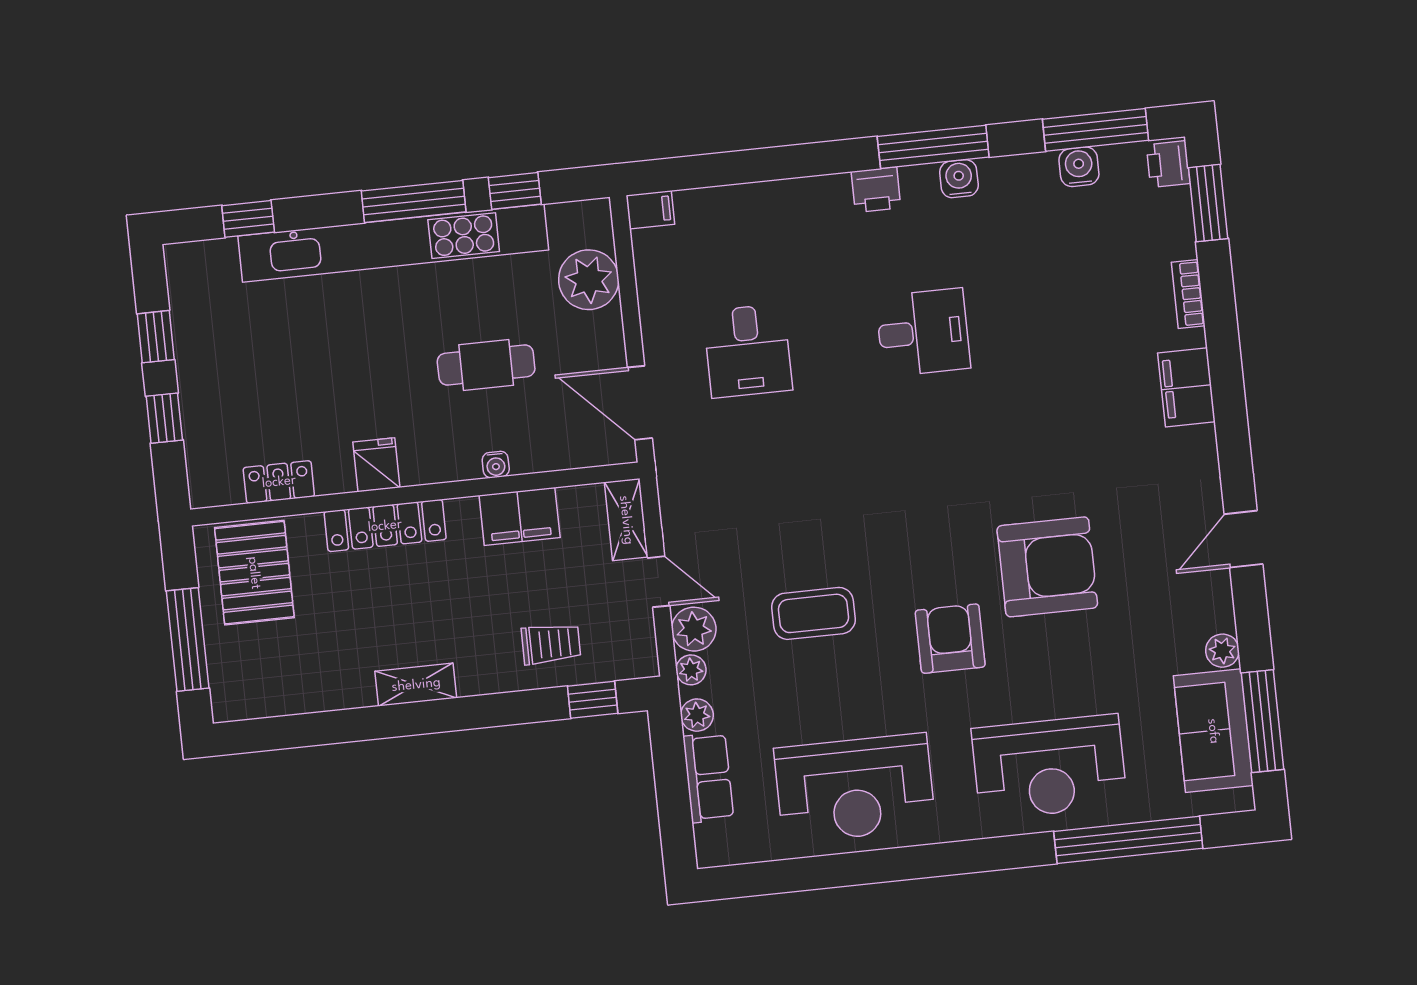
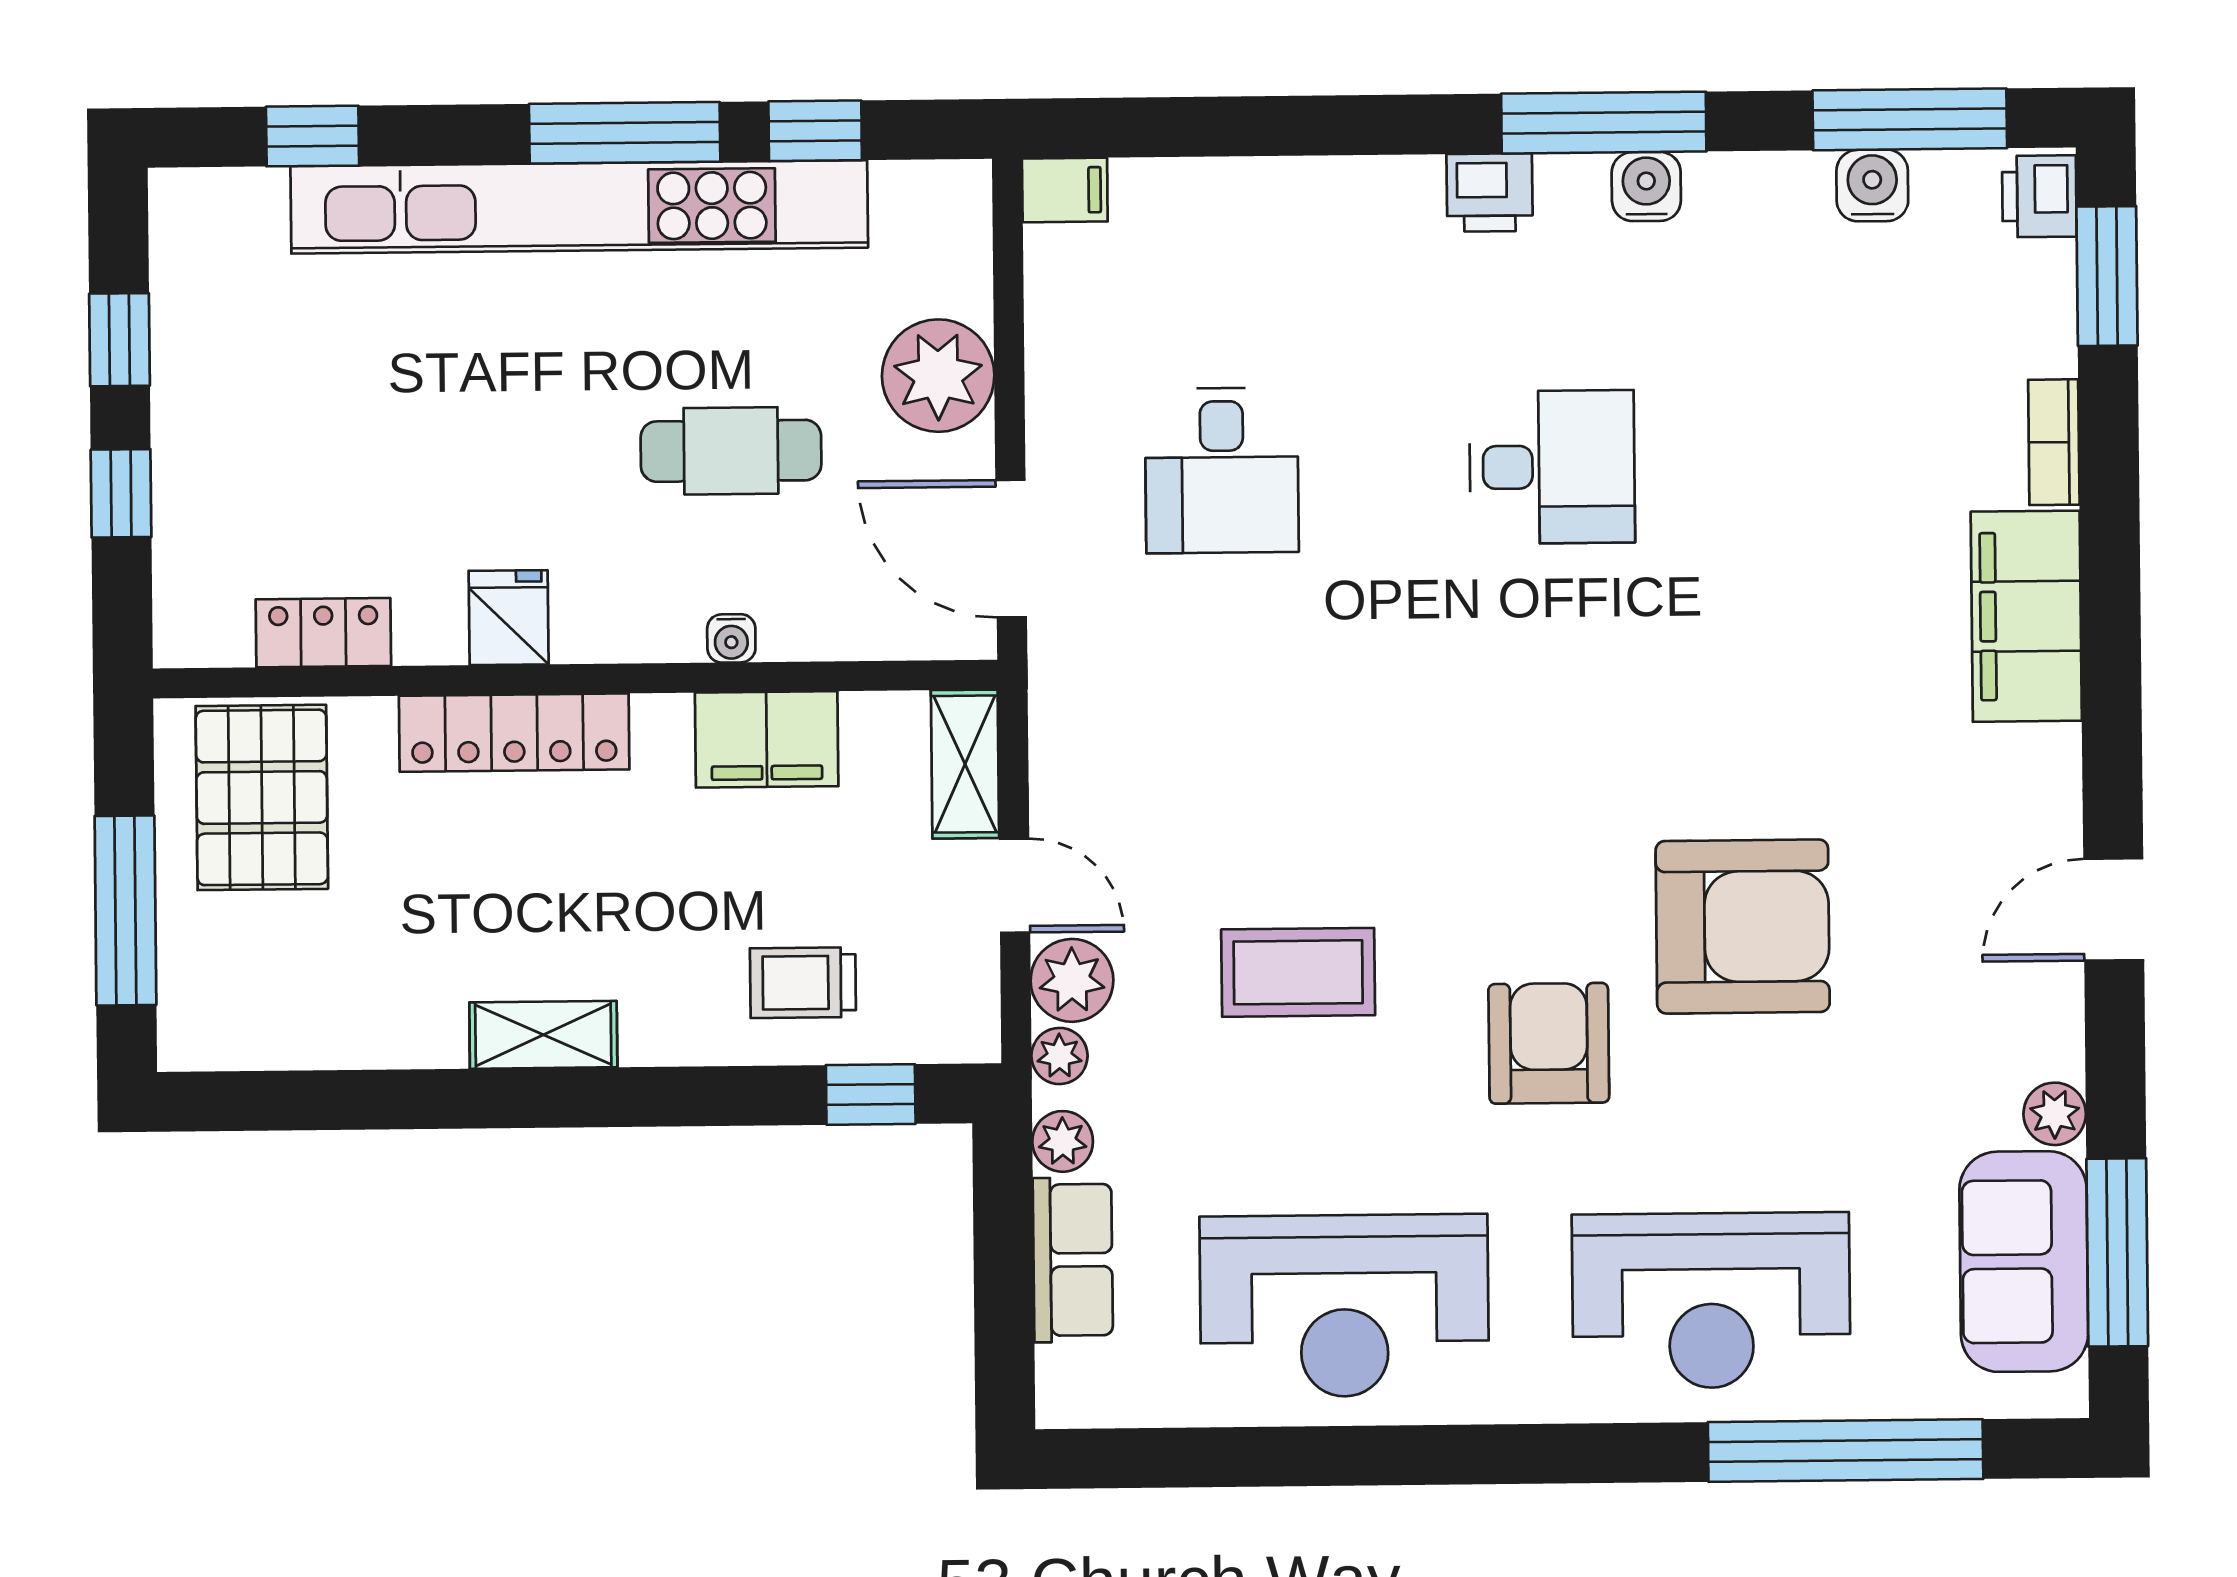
plant: (589, 280) -> (938, 376), moved
filing cabinet: (1186, 387) -> (2026, 616), width x1.50, depth x1.17
trolley: (551, 644) -> (803, 983), turned 180

